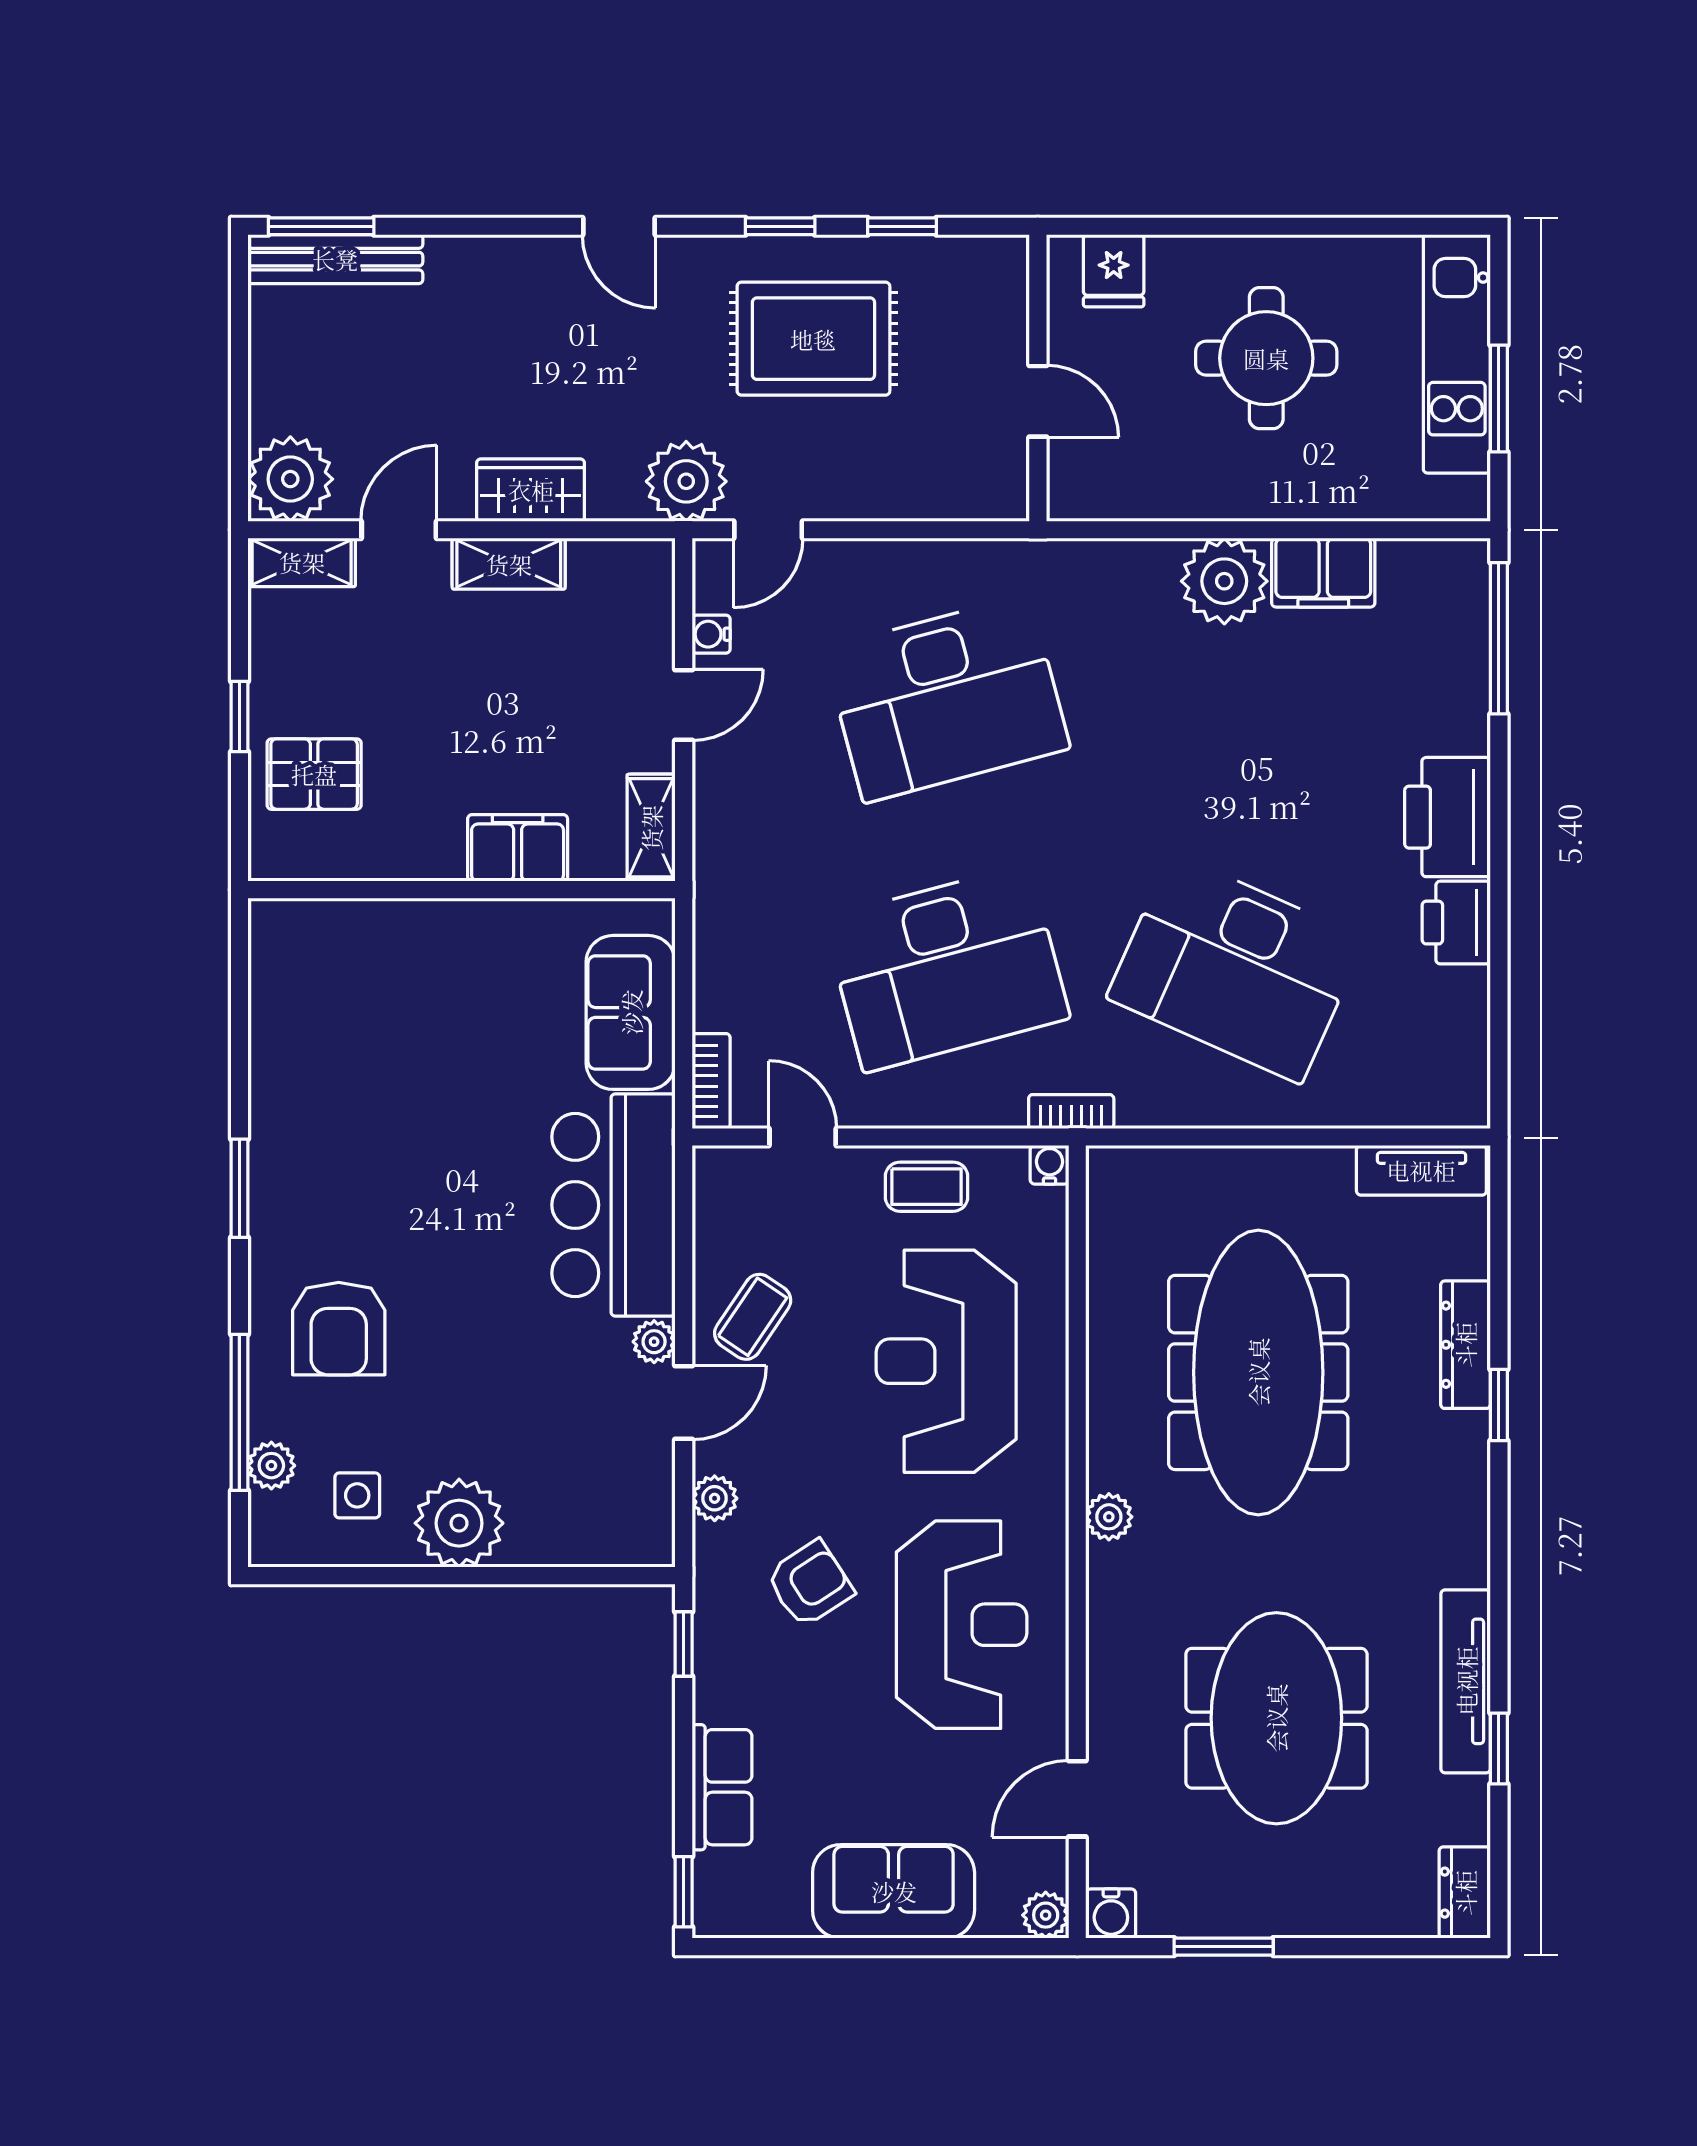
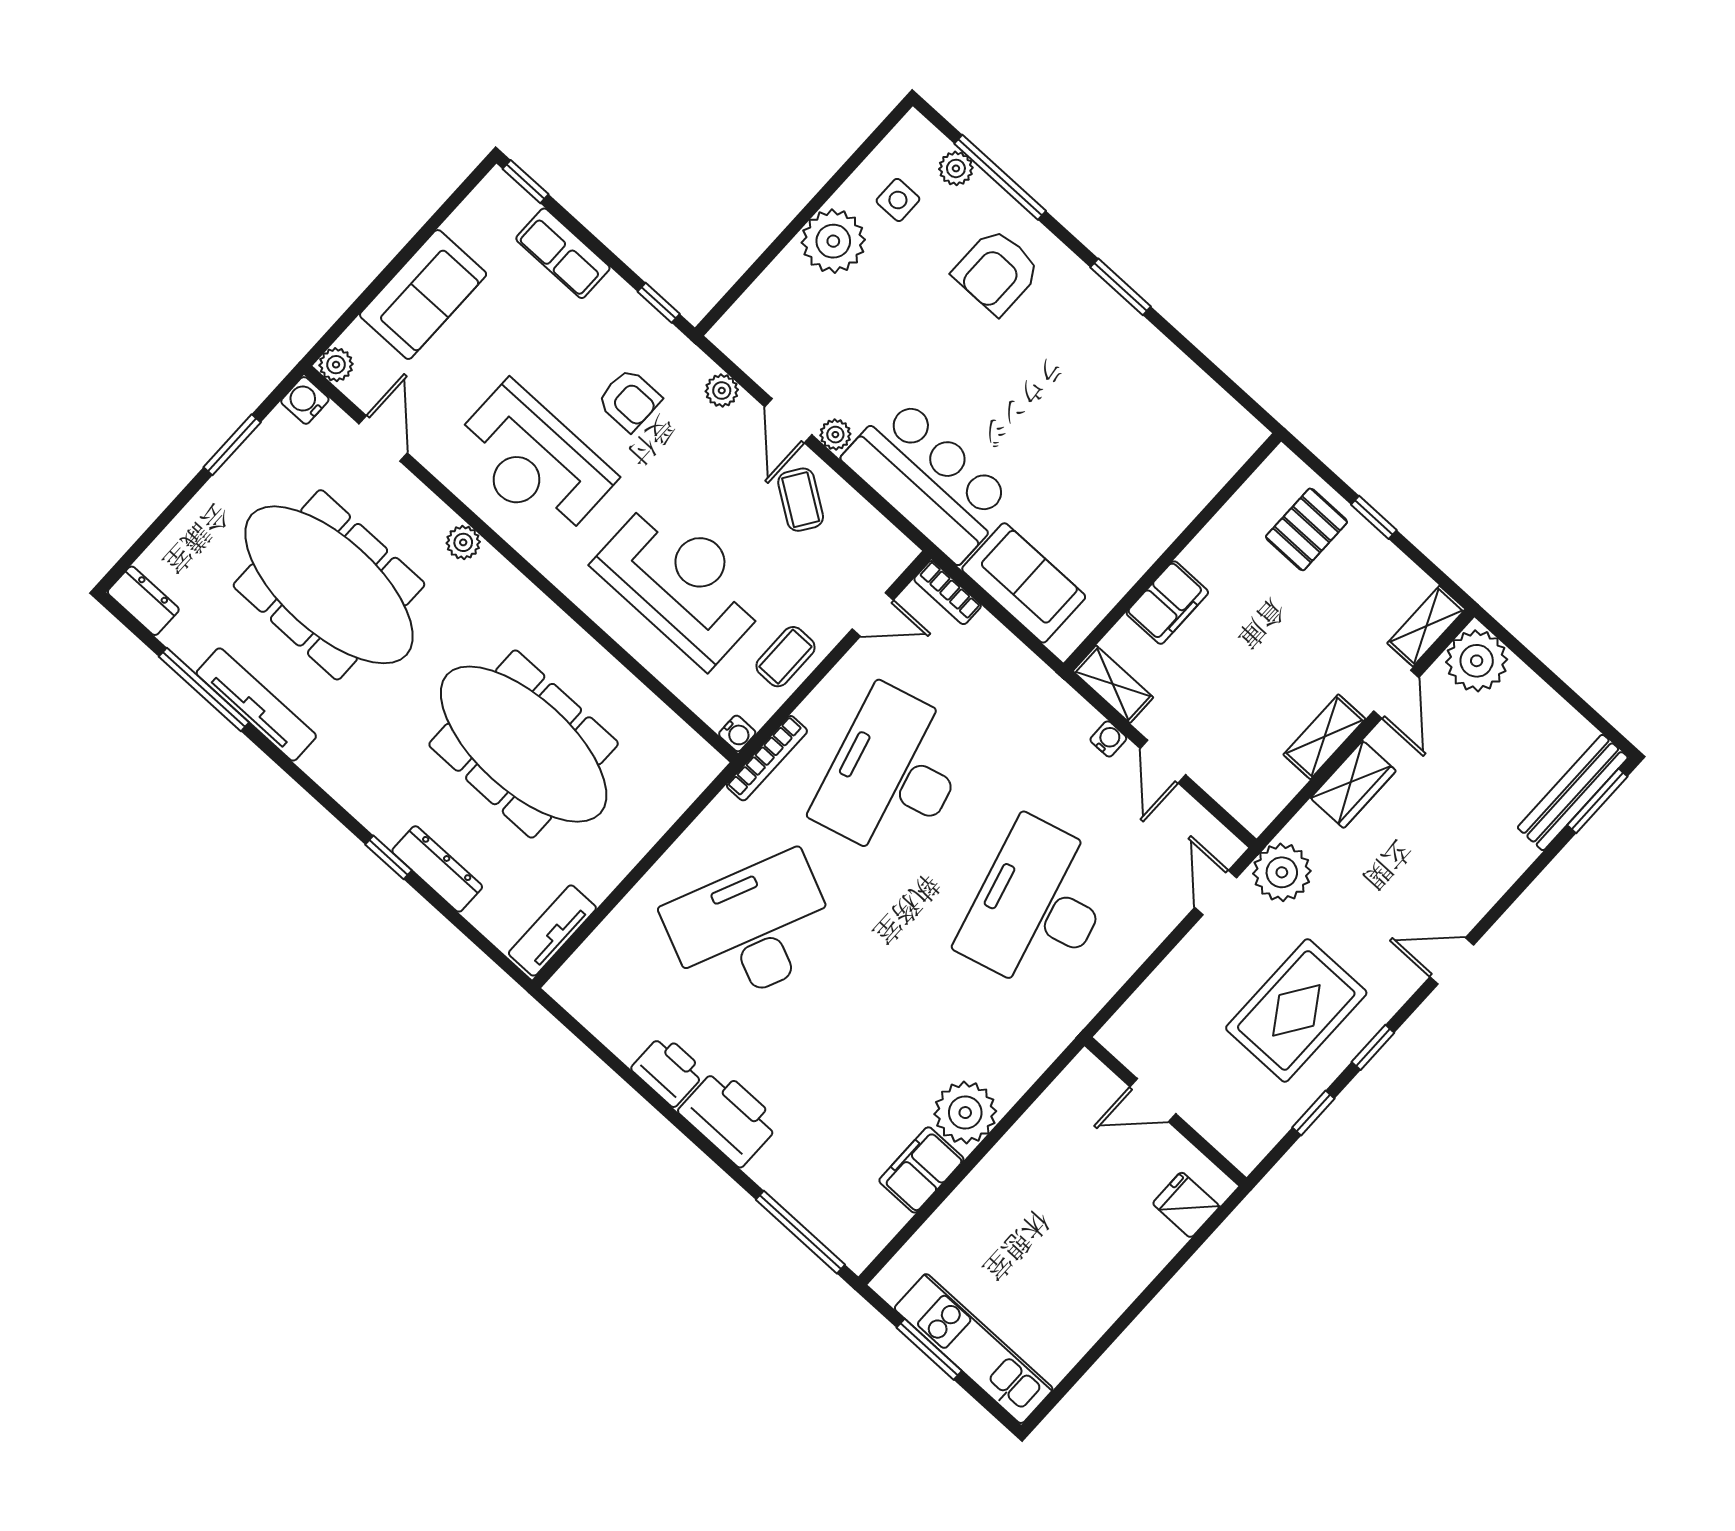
round table: (1266, 358) -> (1065, 1244), removed
water cooler: (711, 634) -> (1108, 739), moved
bookcase: (1071, 1112) -> (767, 758), width x1.56
armchair: (339, 1329) -> (997, 272), turned -90
plant: (1109, 1517) -> (463, 542), moved
armchair: (810, 1584) -> (629, 400), turned -57
meeting table: (1276, 1718) -> (329, 585), width x1.36
window: (1499, 1749) -> (204, 689), width x2.17

